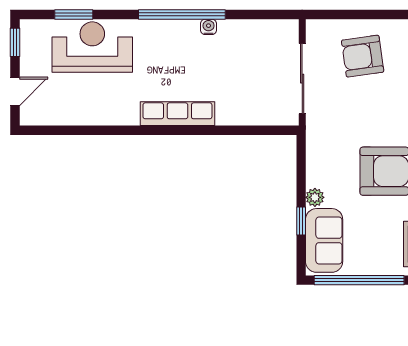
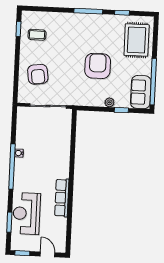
row of seats: (177, 114) -> (62, 198), moved
sofa: (324, 240) -> (141, 92), moved, turned -90

